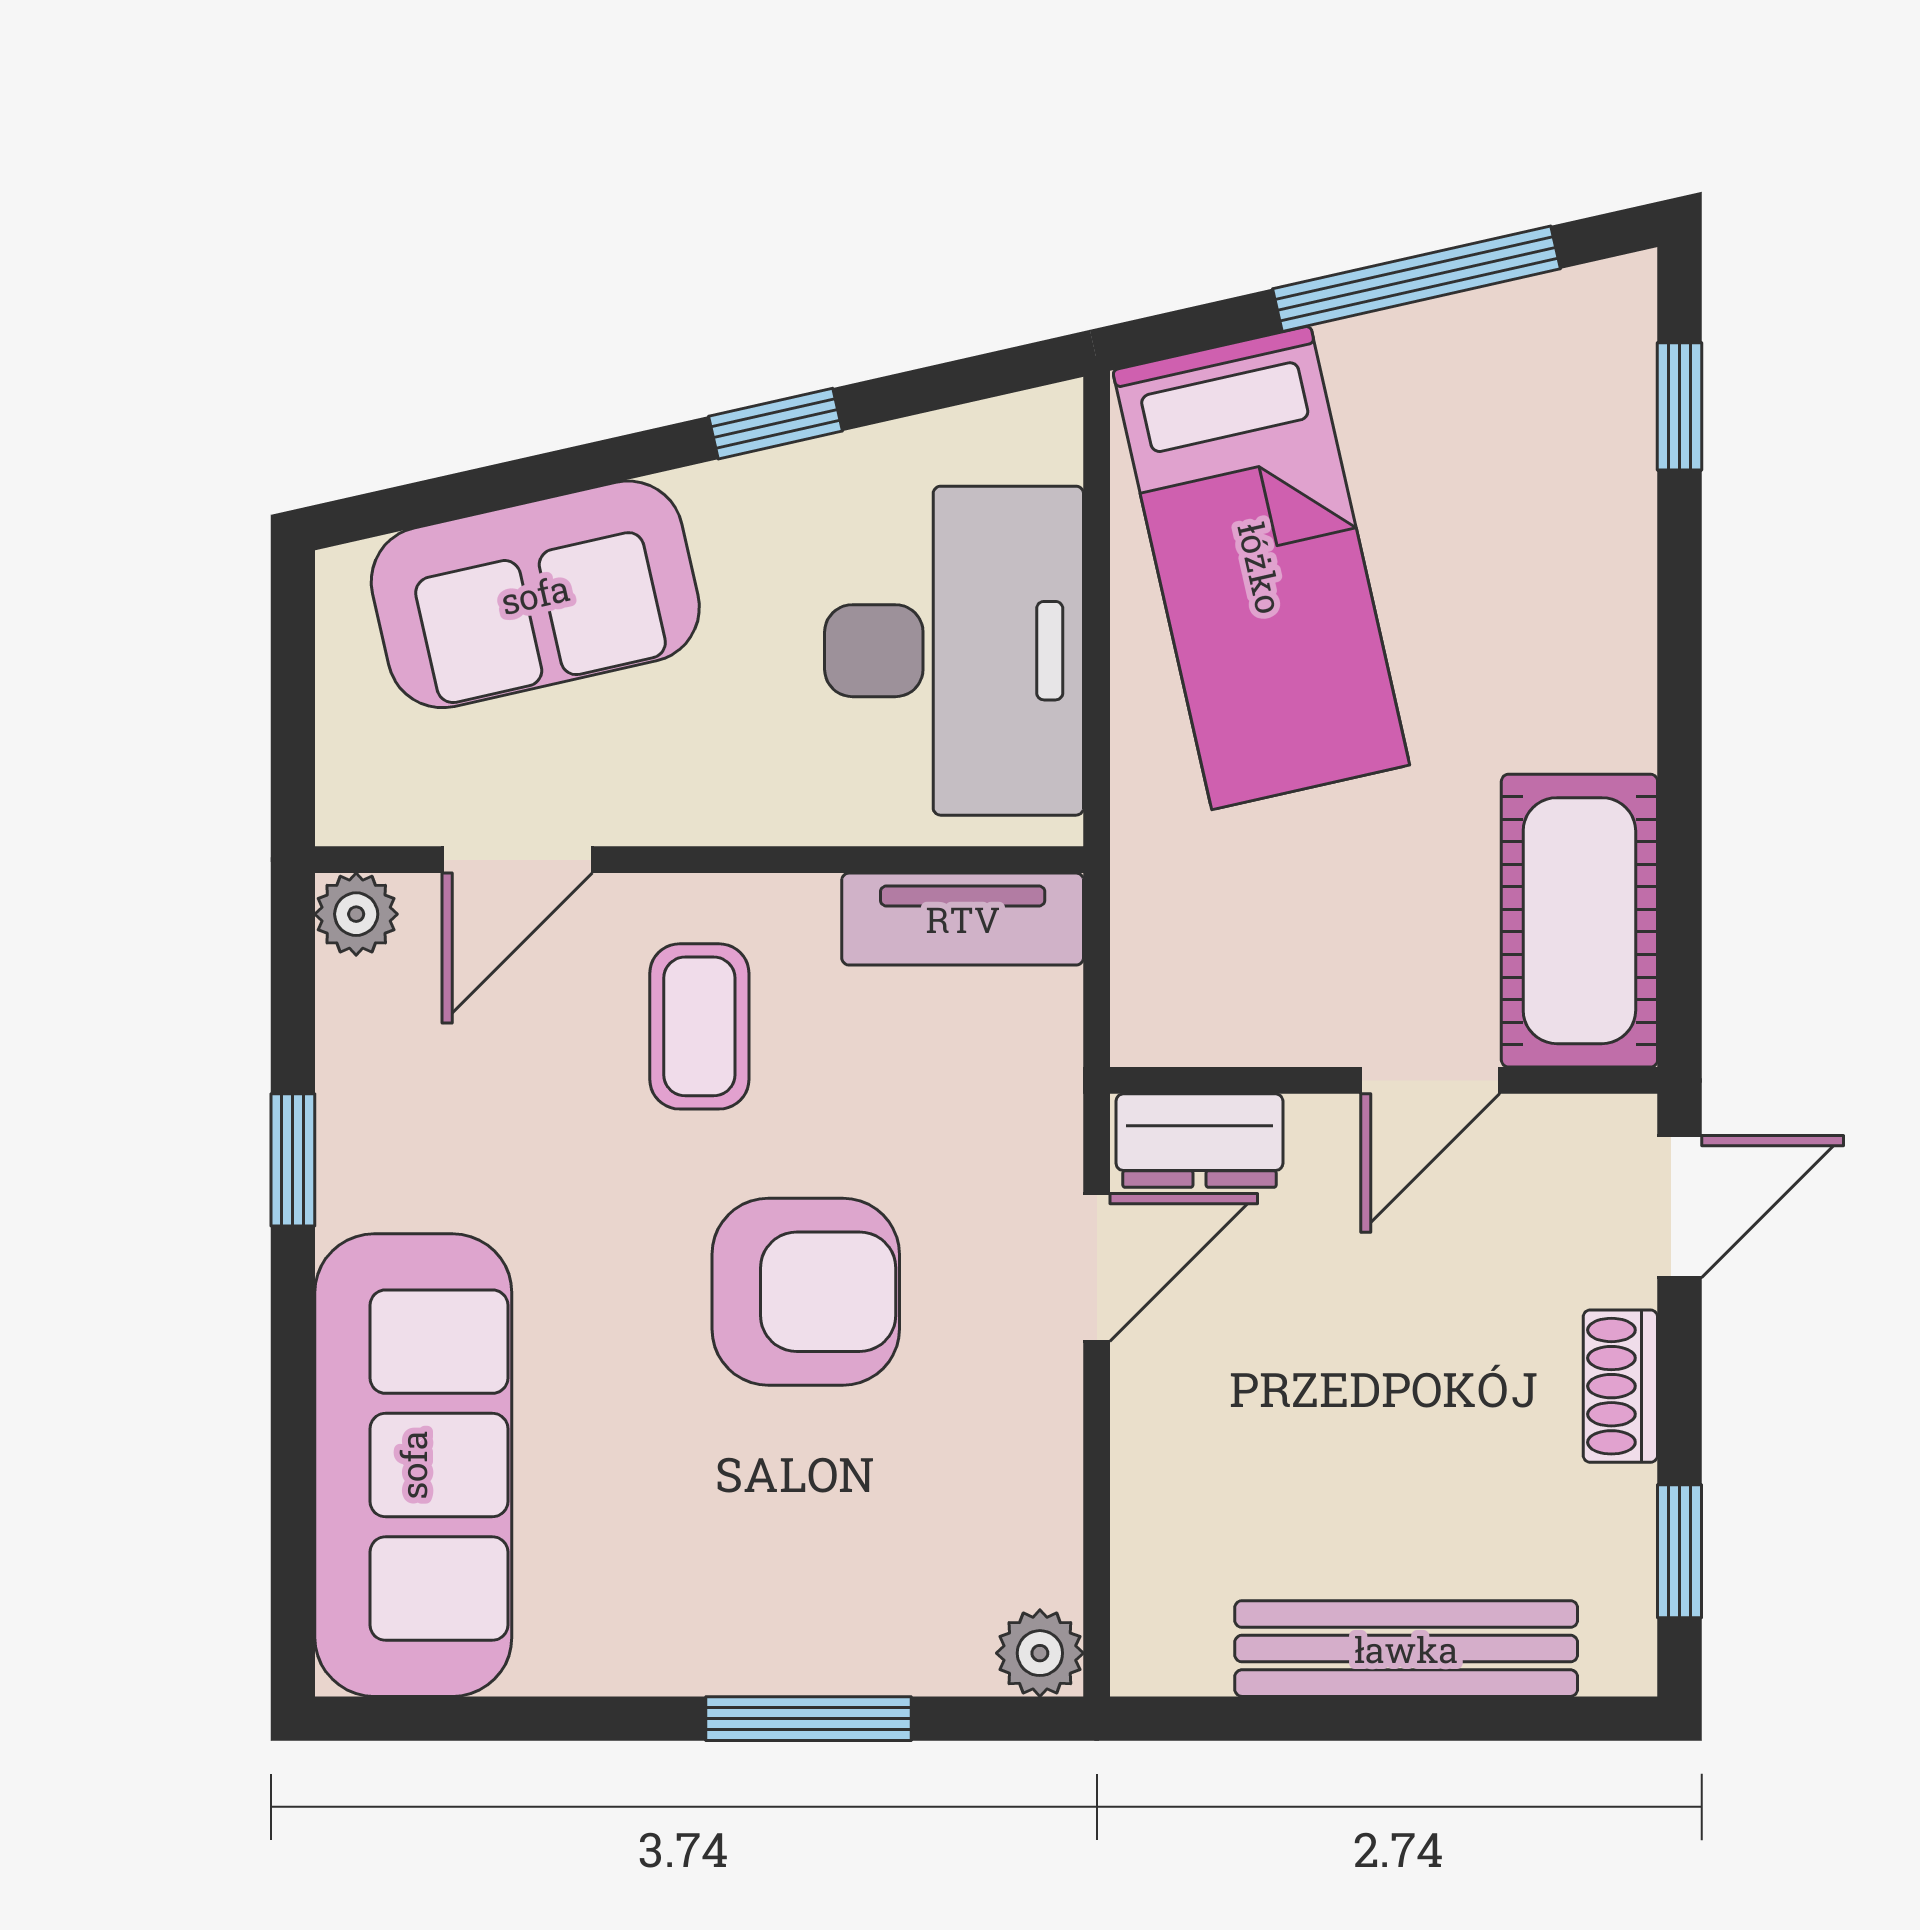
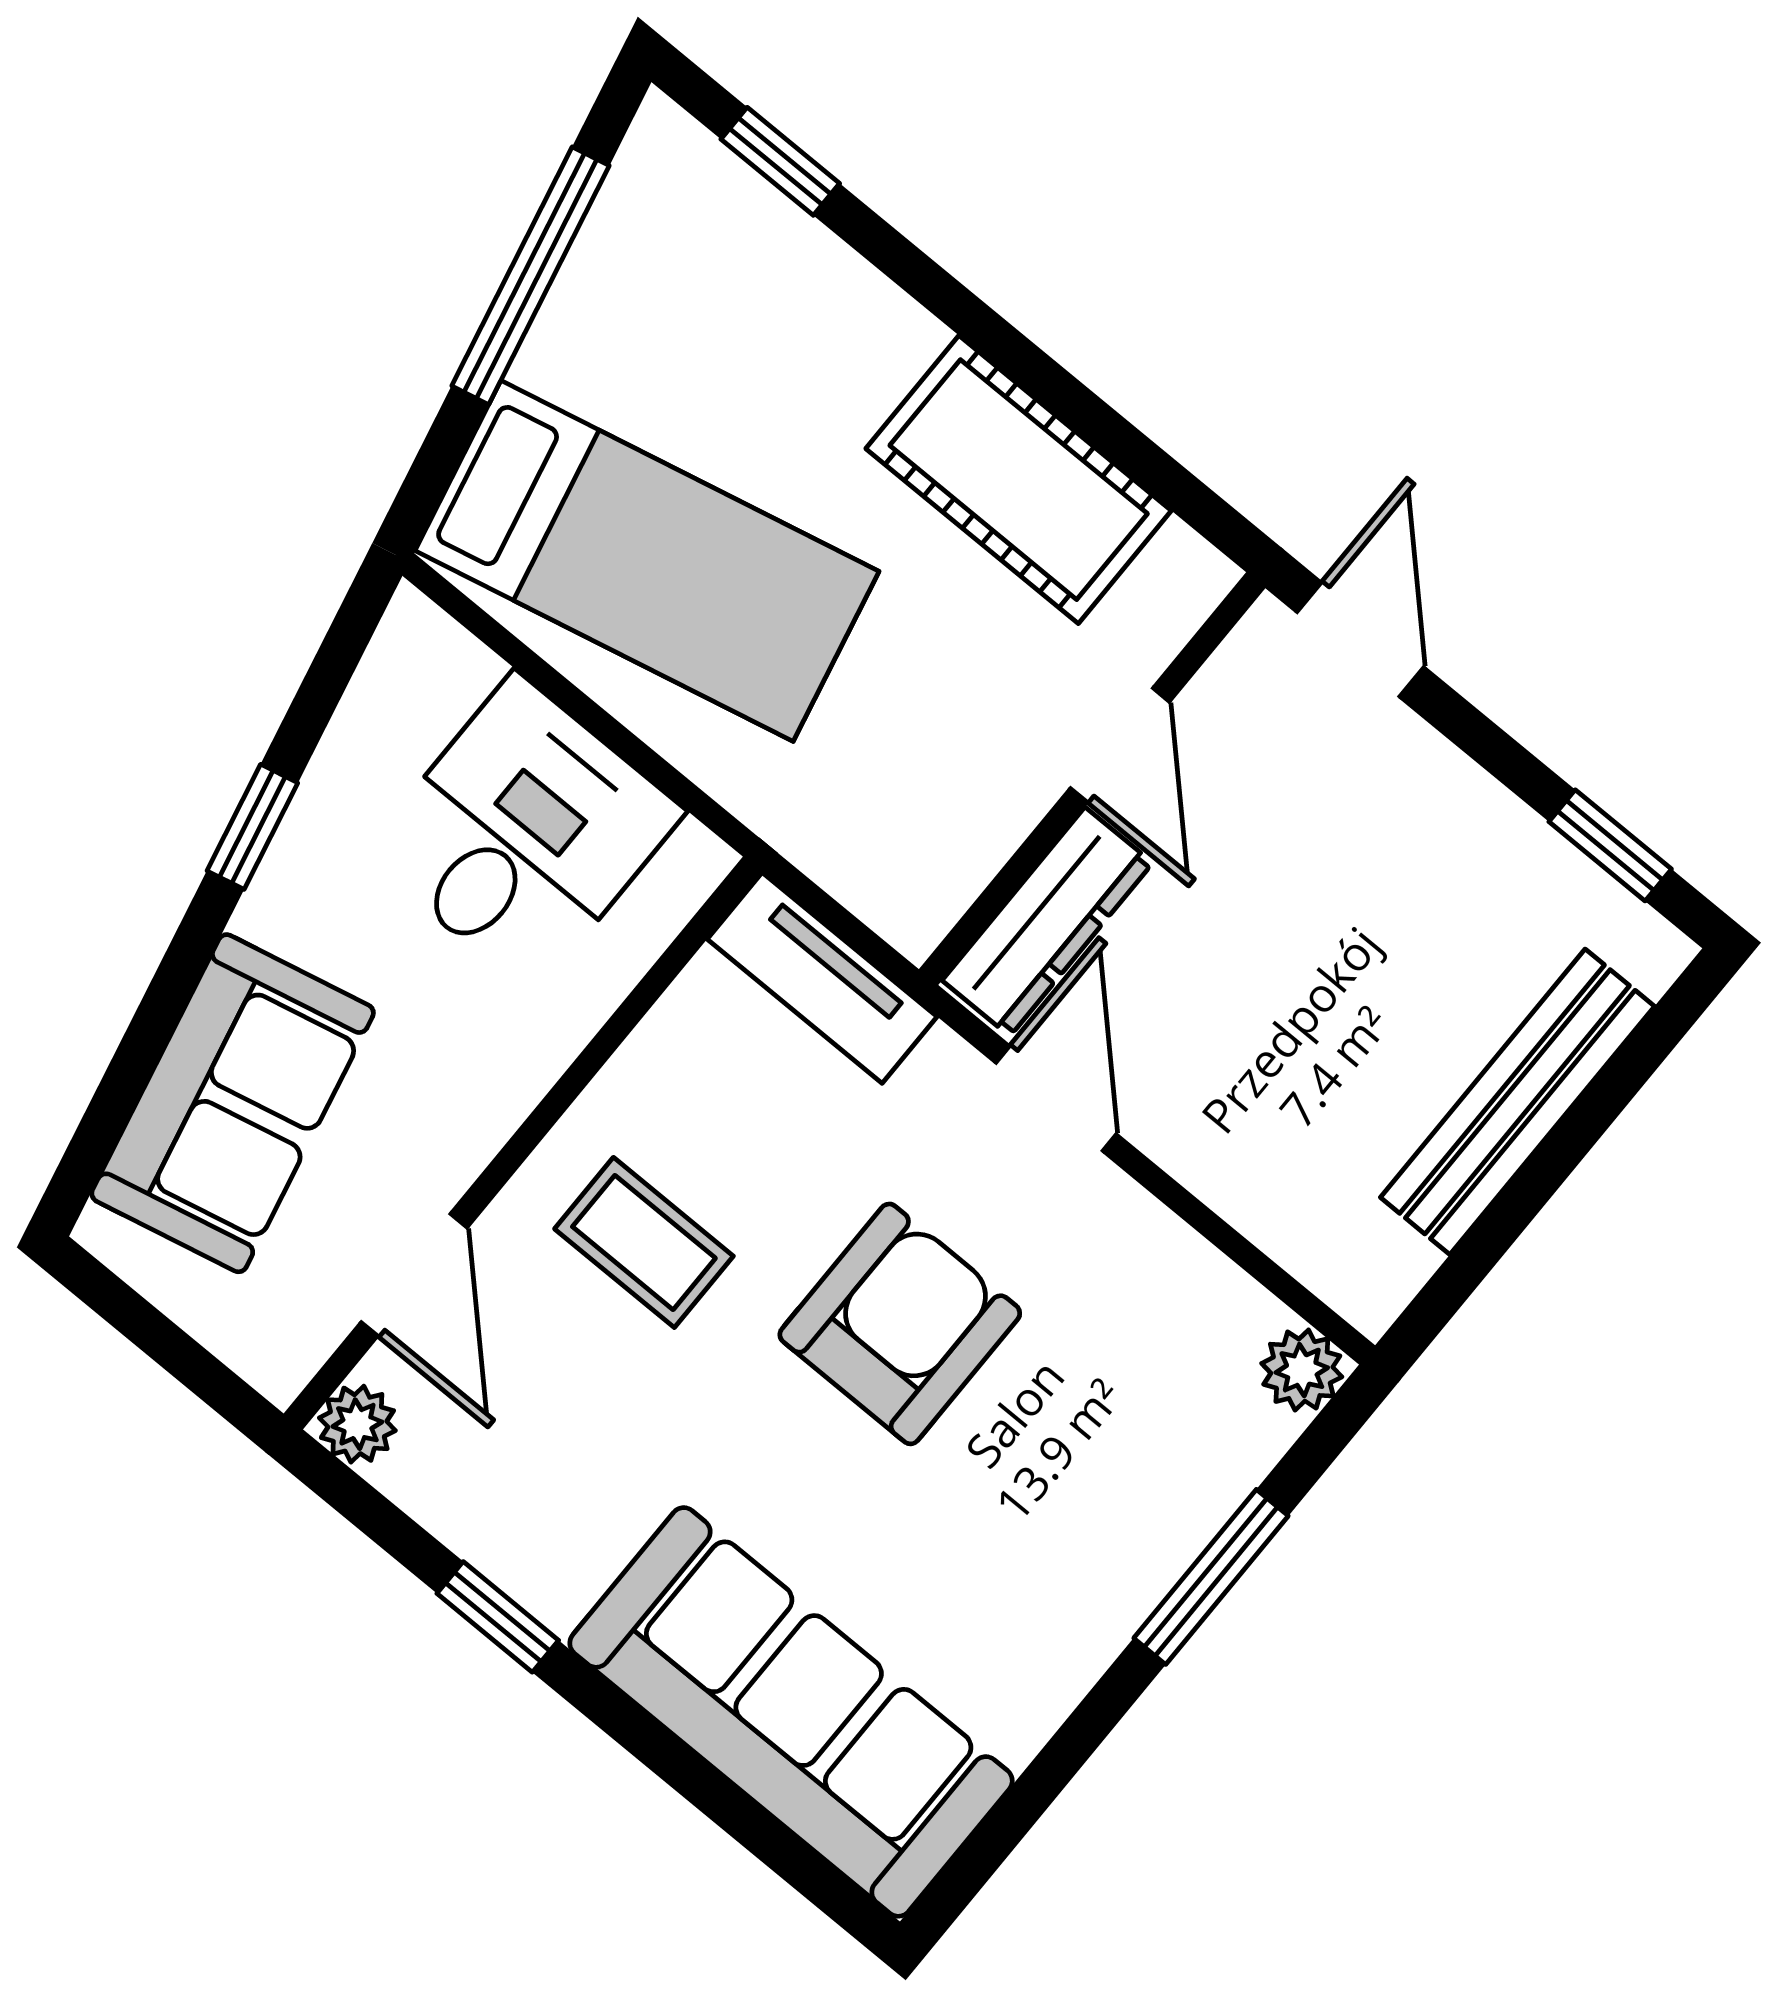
desk: (954, 651) -> (524, 833), width x0.73
tv unit: (963, 919) -> (822, 978), moved, turned 90
cot: (1579, 921) -> (1019, 480), moved
dresser: (1199, 1141) -> (1047, 922), width x1.44
shoe rack: (1620, 1386) -> (1455, 790), removed

